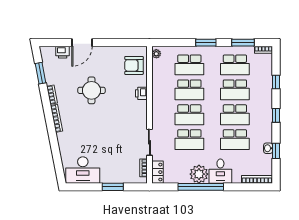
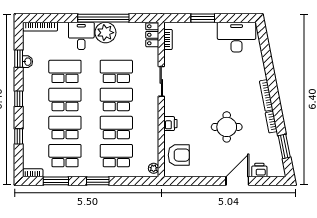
sliding door: (149, 142) -> (161, 81), moved

